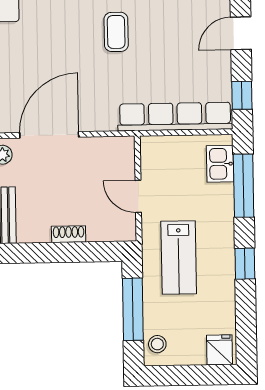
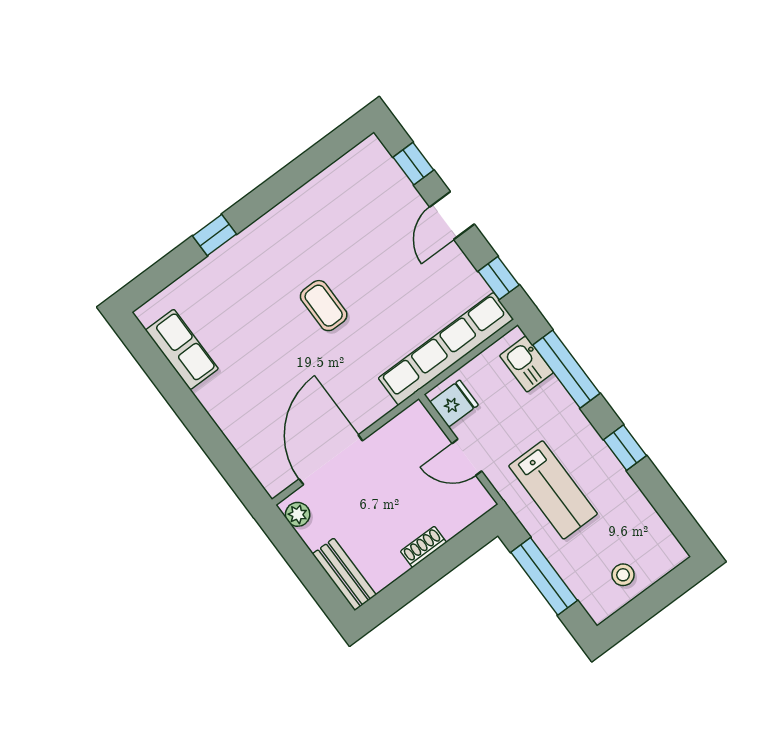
stool: (157, 344) -> (623, 575), moved
fridge: (220, 350) -> (454, 403), moved, turned 90

